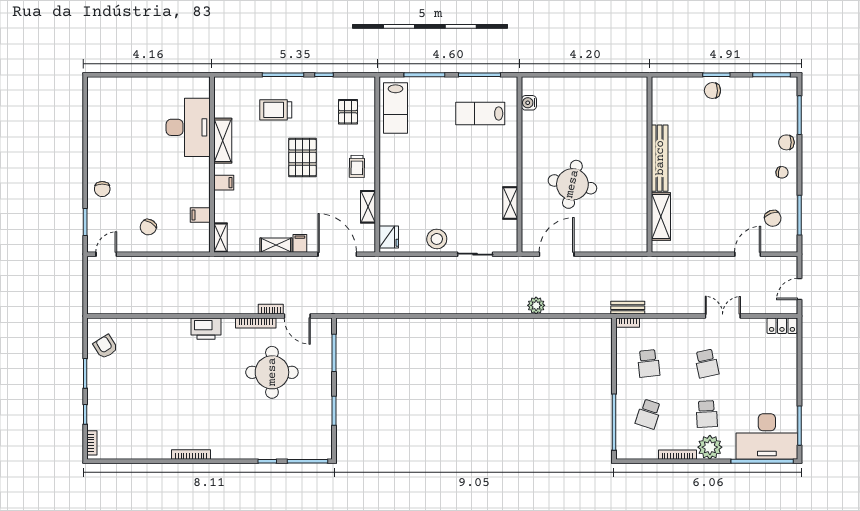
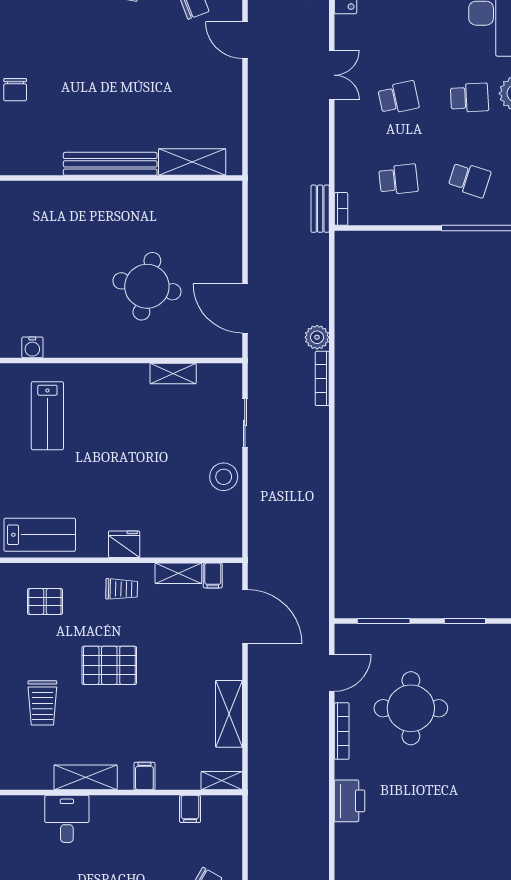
desk: (188, 127) -> (67, 819), width x0.53, depth x0.77
fridge: (389, 237) -> (124, 544), moved
filing cabinet: (300, 243) -> (213, 575), moved, turned -90
shelving: (276, 245) -> (229, 714), width x1.50, depth x1.33
door: (337, 254) -> (245, 617), swing flipped
bookcase: (271, 309) -> (322, 378), moved, width x1.56
double door: (723, 316) -> (332, 75), swing flipped

